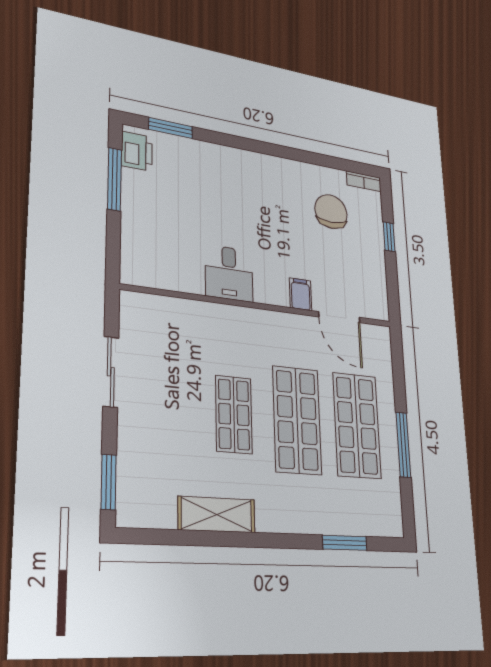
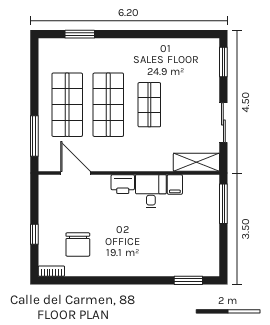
printer: (137, 151) -> (123, 184), moved, turned -90
window: (114, 179) -> (223, 204), moved
filing cabinet: (301, 294) -> (175, 184), moved
window: (403, 445) -> (34, 136), moved
shelving: (217, 515) -> (196, 162), moved

